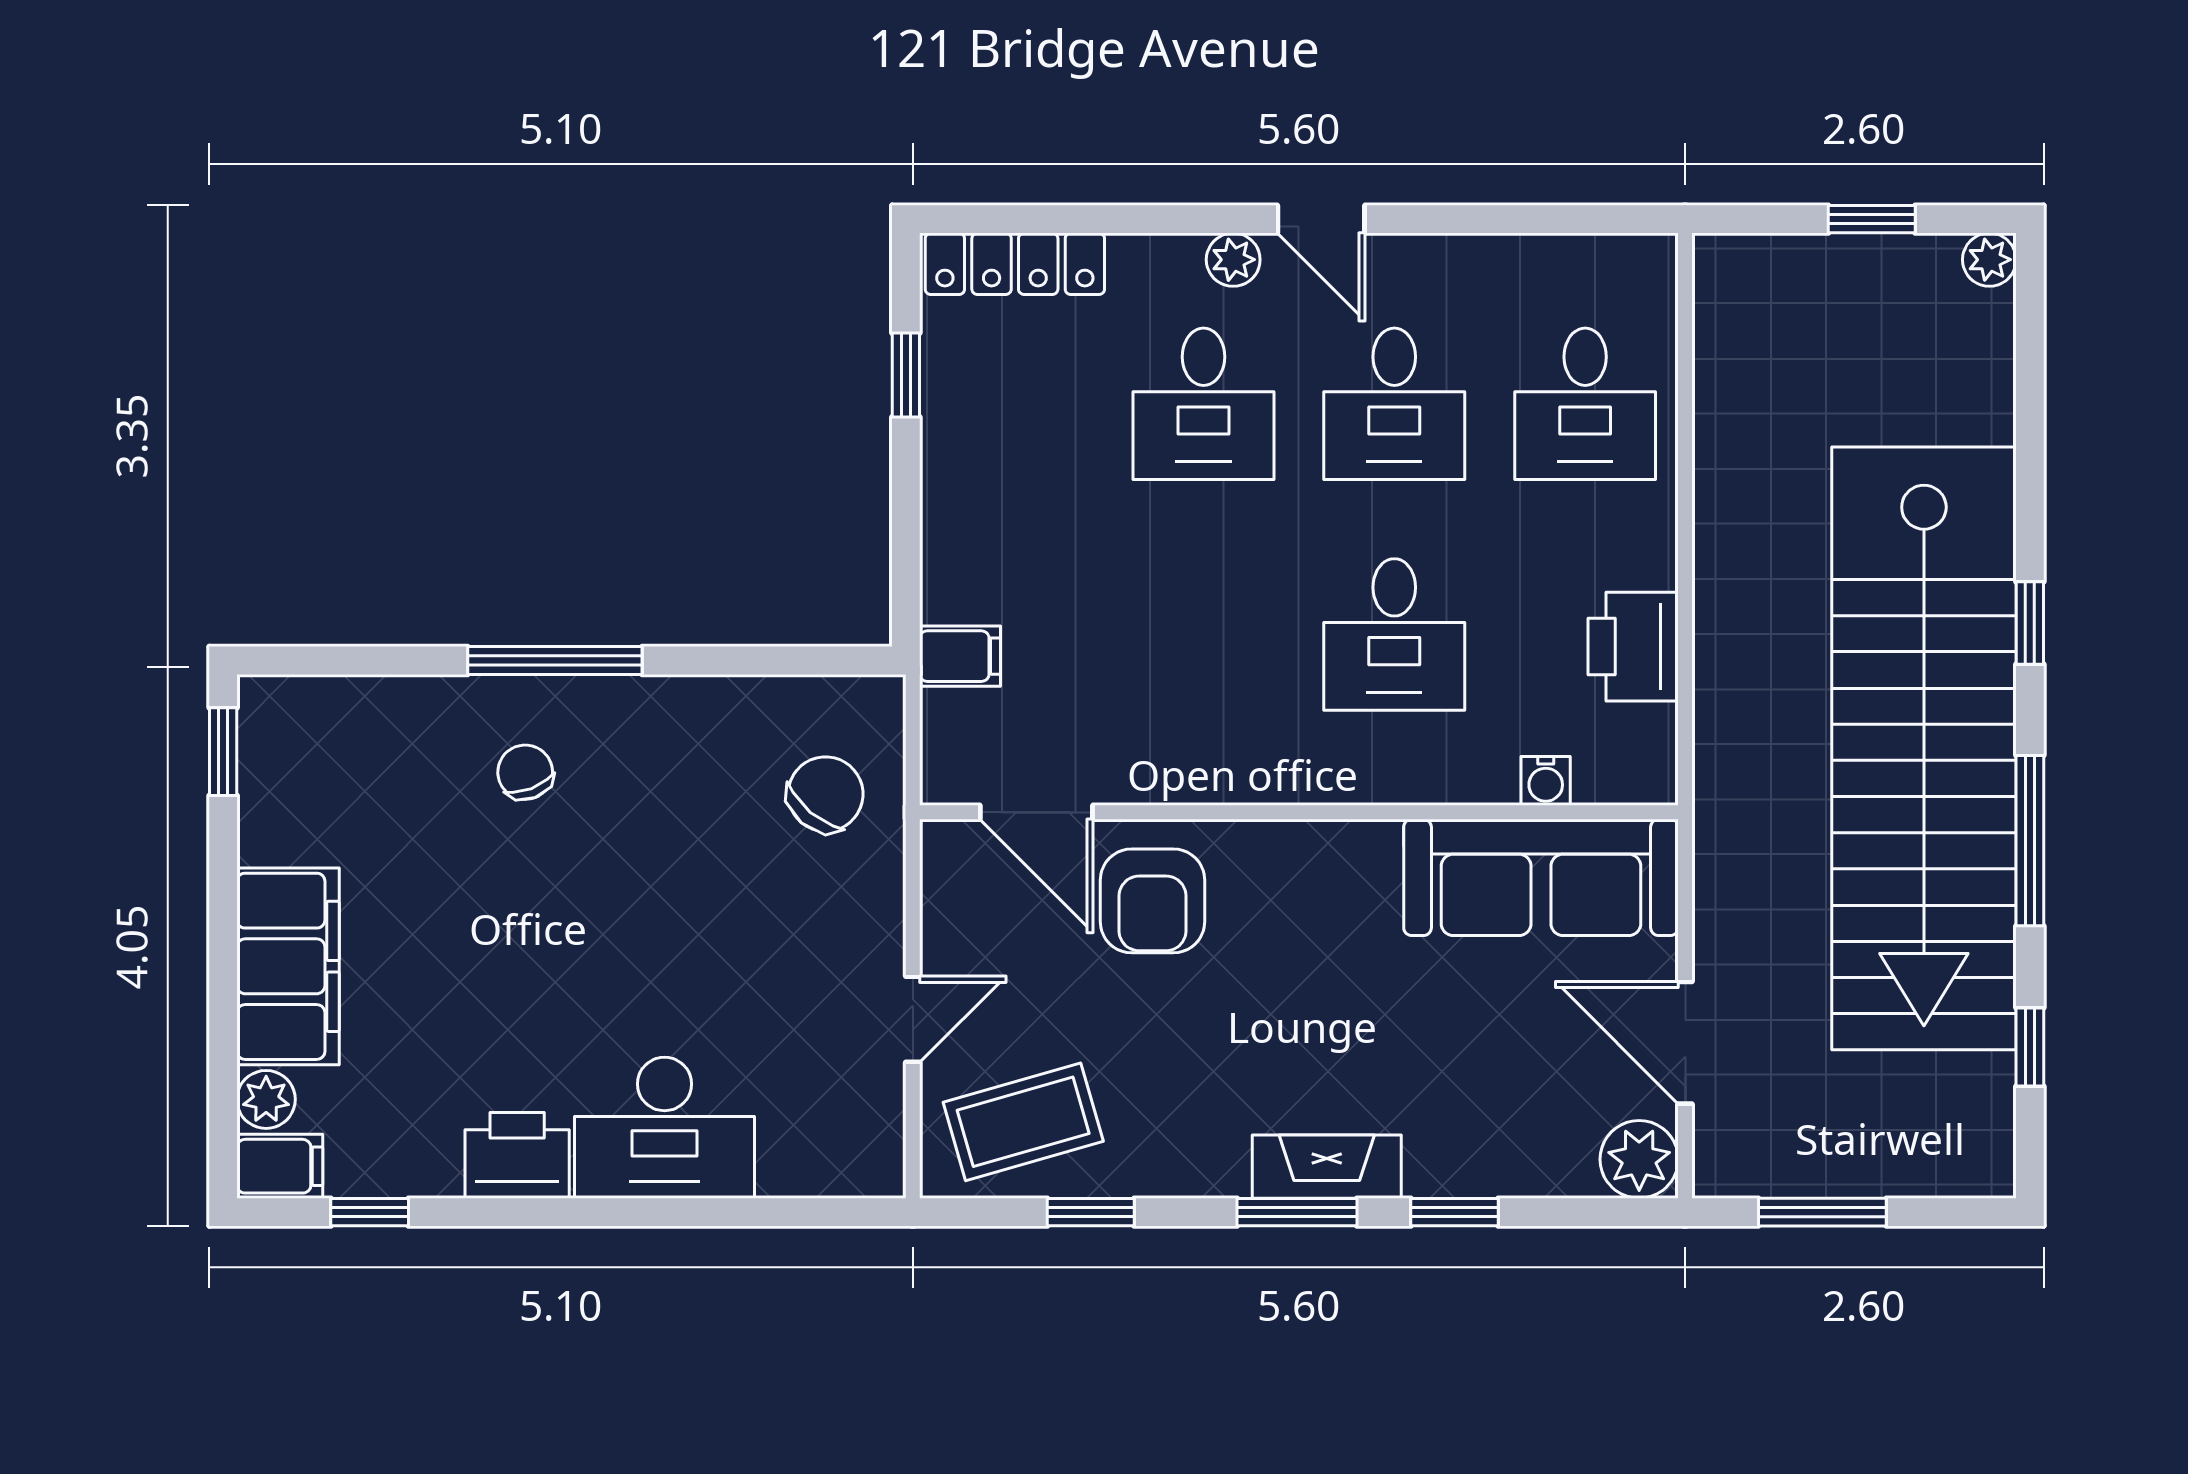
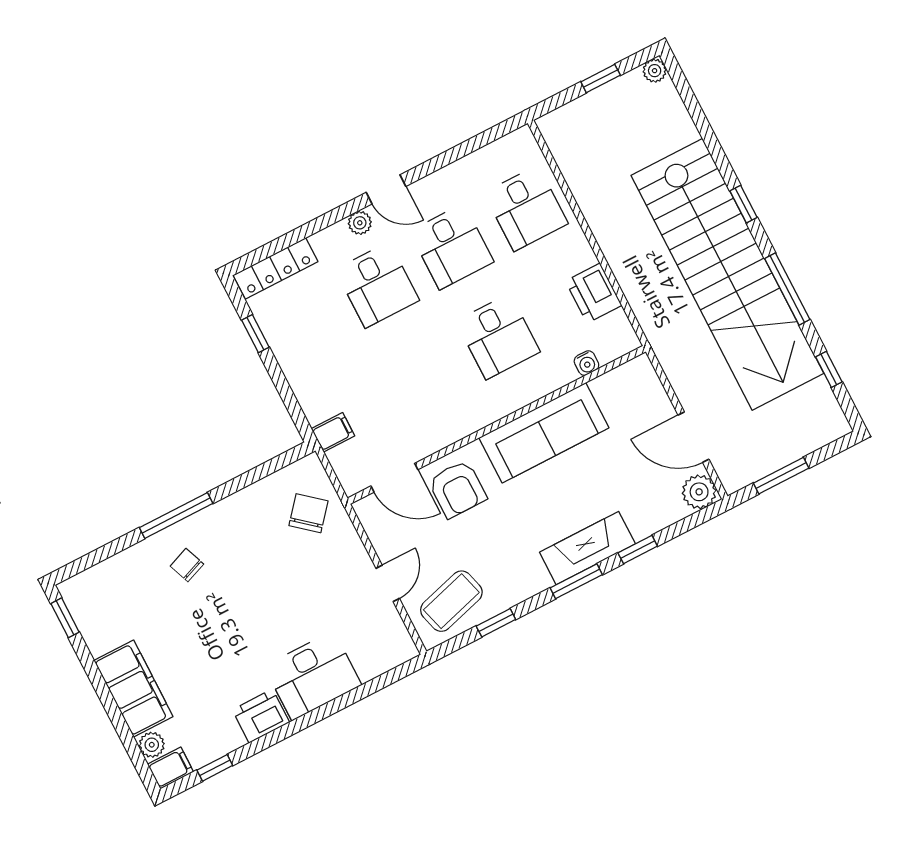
sofa: (1541, 877) -> (544, 433), moved
fireplace: (1327, 1167) -> (587, 548), width x1.37, depth x1.32

